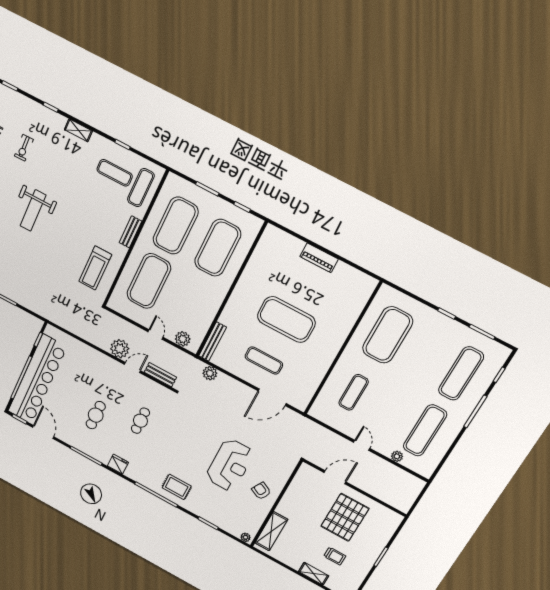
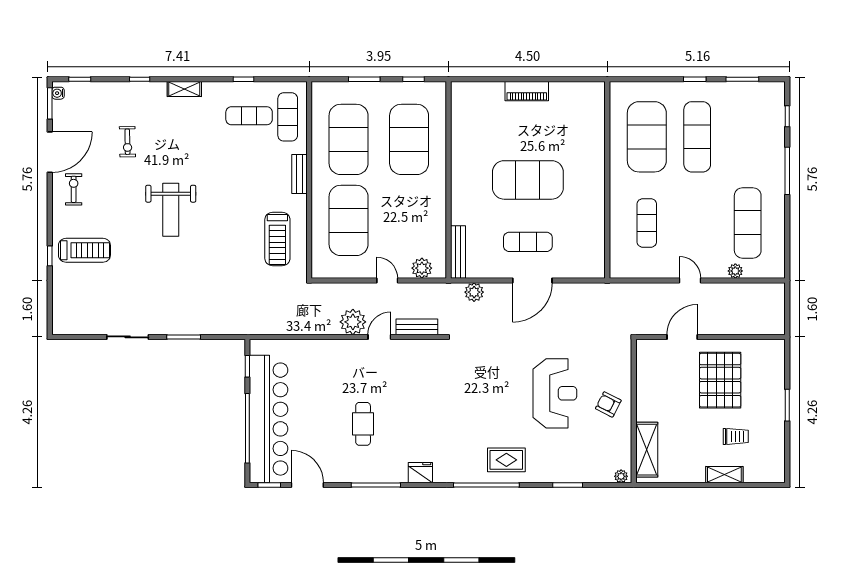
exercise mat: (461, 374) -> (697, 137), moved
door: (272, 397) -> (532, 280), moved
cafe table: (140, 421) -> (421, 399), removed

